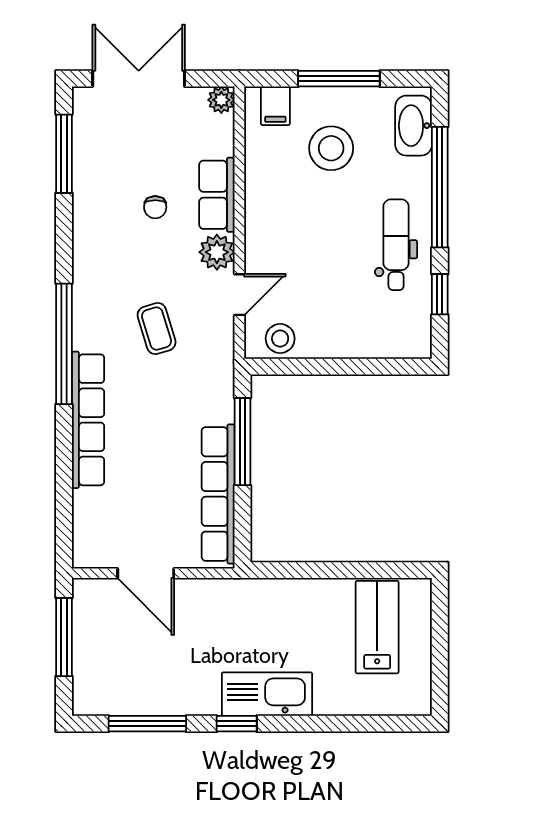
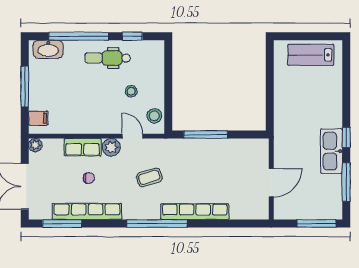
stool: (331, 148) -> (131, 91), moved, width x0.53, depth x0.53
row of seats: (218, 494) -> (87, 211), moved, turned 180
lab bench: (377, 627) -> (311, 55), moved
window: (64, 637) -> (316, 223), moved
kitchen sink: (267, 694) -> (331, 151), moved

